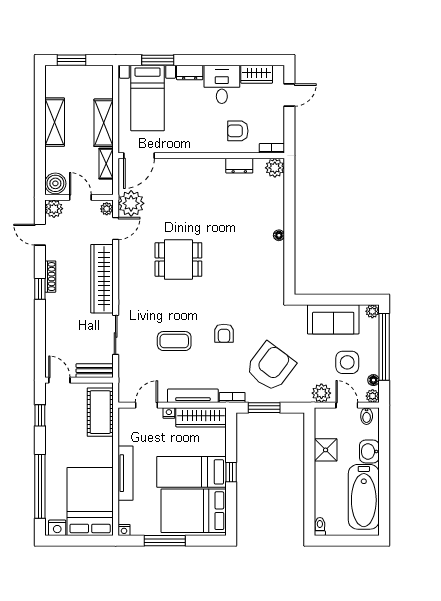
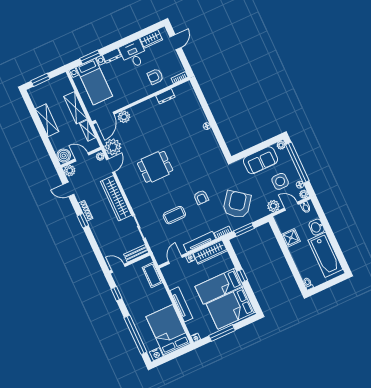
plant: (275, 168) -> (124, 117), moved
cot: (100, 412) -> (152, 275), width x0.73, depth x0.75

